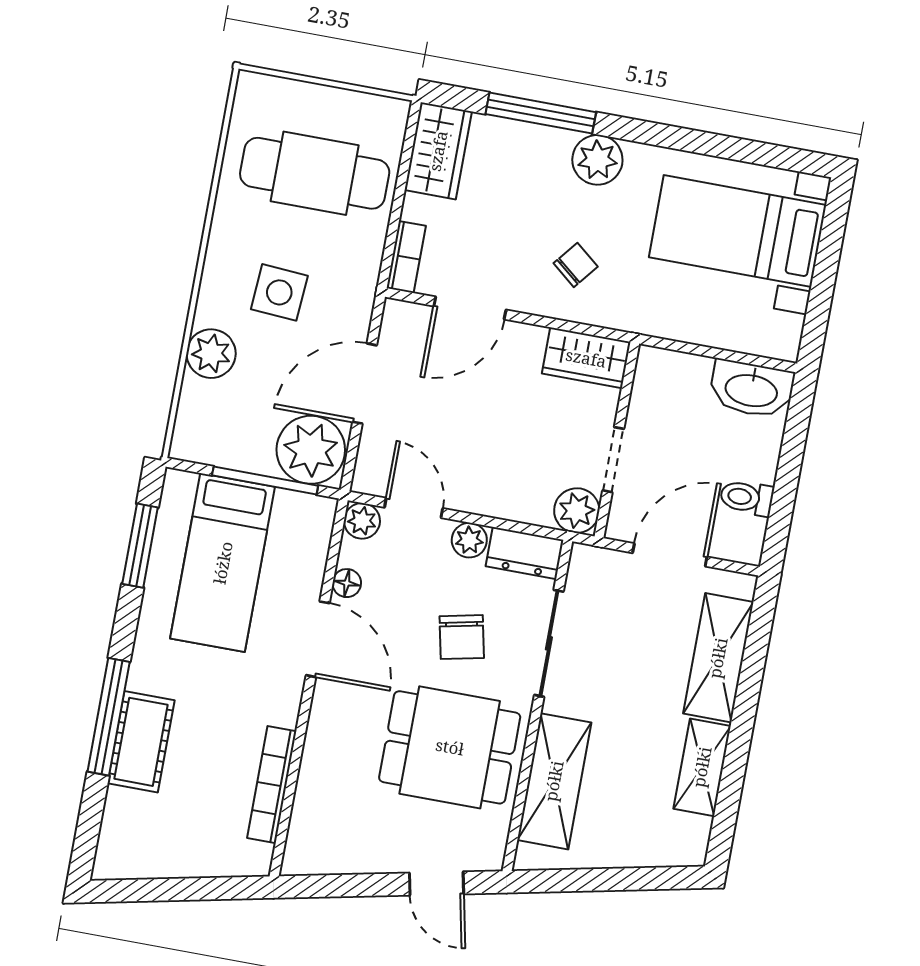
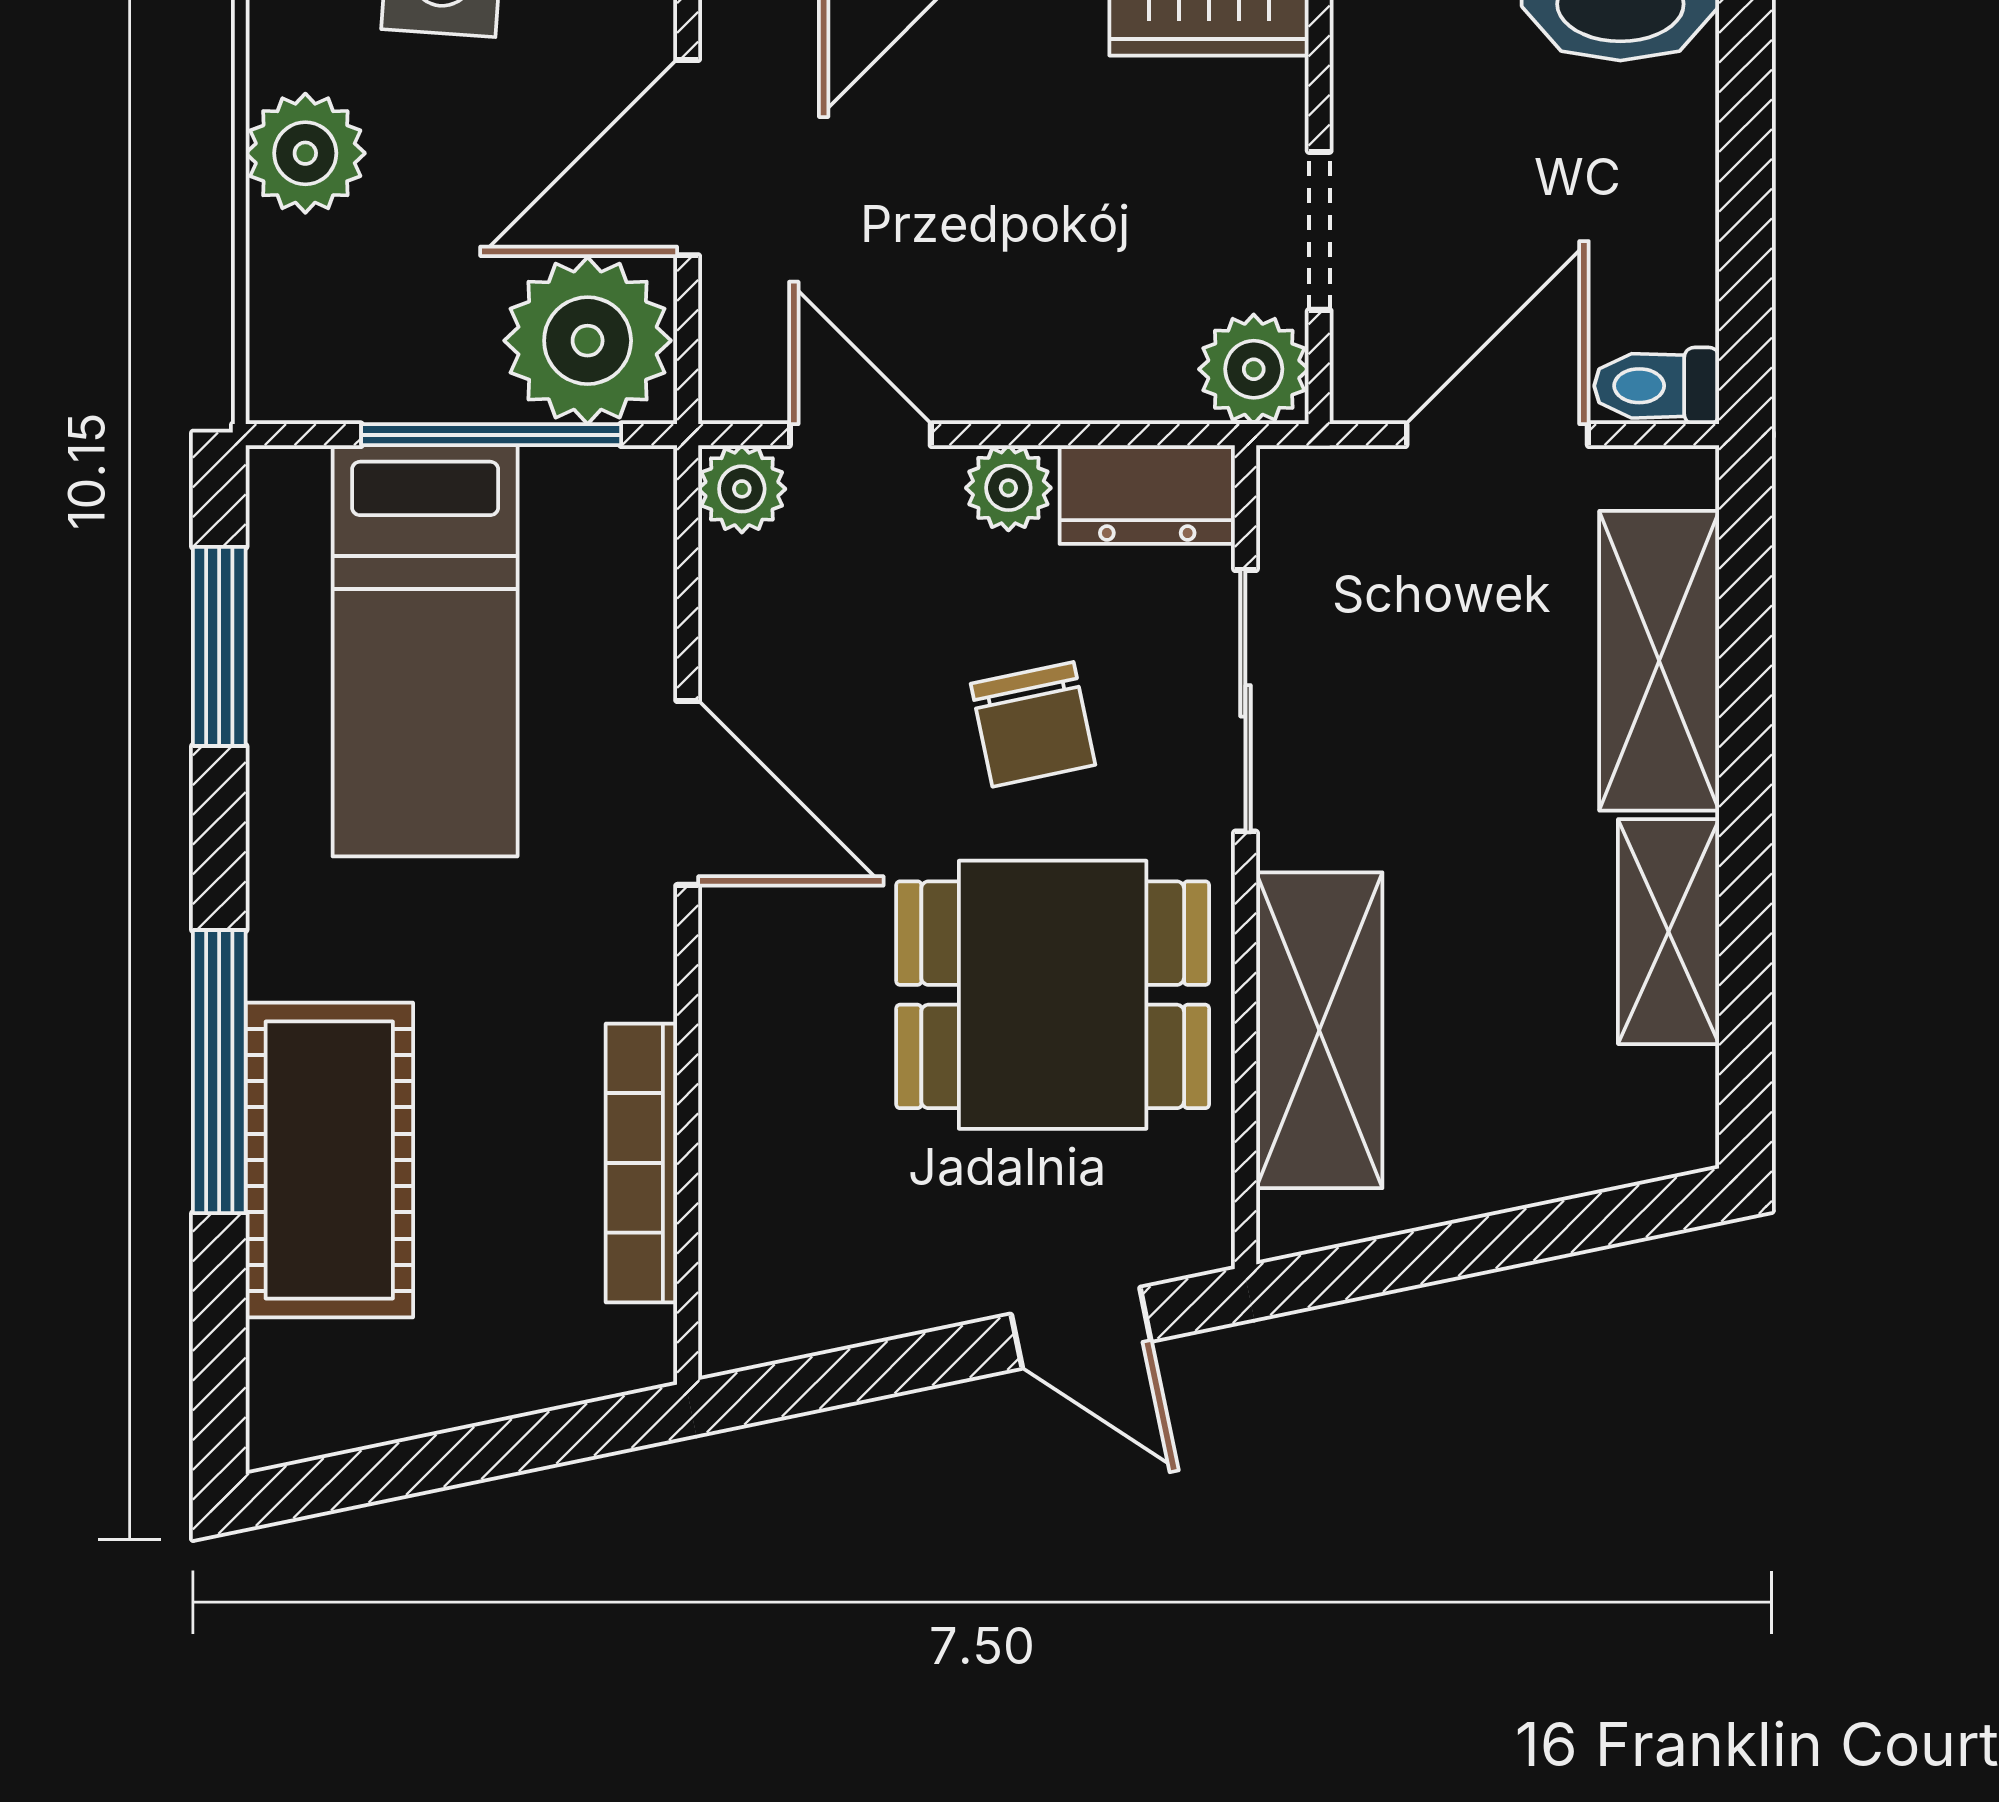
toilet: (747, 498) -> (1657, 386), moved
floor lamp: (347, 583) -> (733, 645), removed
cot: (141, 742) -> (329, 1160), width x1.37, depth x1.34

